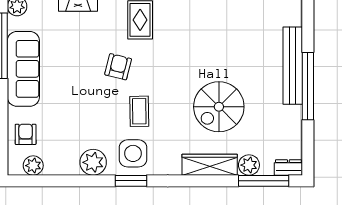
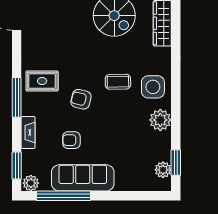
armchair: (26, 134) -> (71, 140), moved
window: (131, 181) -> (176, 163), moved

